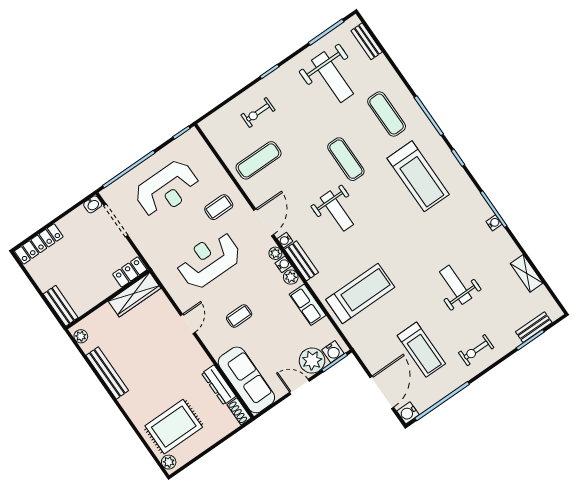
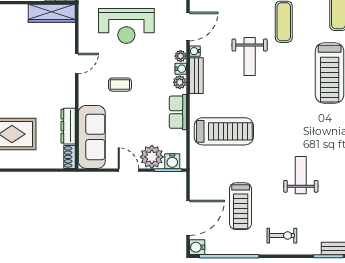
reception desk: (209, 260) -> (126, 26), turned 180
exercise bike: (476, 350) -> (282, 236), turned 180

